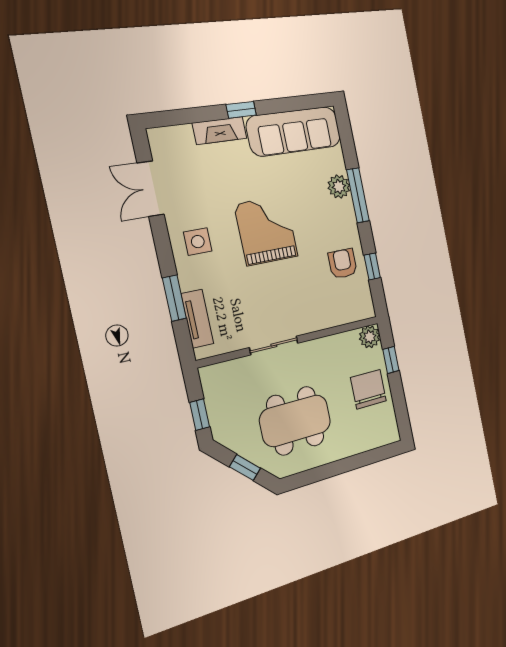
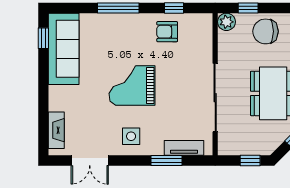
window: (241, 110) -> (43, 38), moved
fireplace: (220, 131) -> (56, 130), moved
plant: (339, 187) -> (109, 22), removed
sliding door: (274, 345) -> (215, 98), width x1.86

